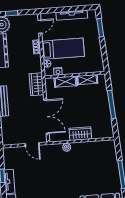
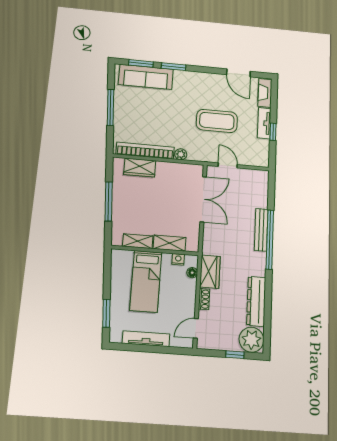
bed: (63, 49) -> (146, 281), moved, turned -90
wardrobe: (36, 84) -> (210, 272), moved
double door: (46, 117) -> (203, 199), swing flipped
wardrobe: (80, 134) -> (140, 168), moved
bookcase: (92, 146) -> (145, 151), added
coffee table: (44, 177) -> (217, 121), added

